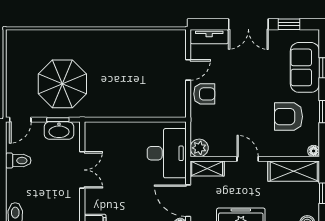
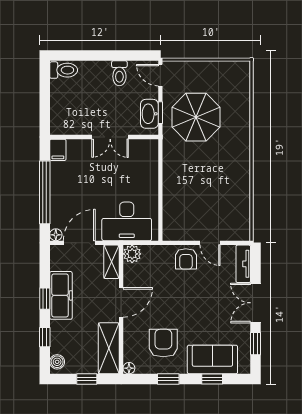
door: (248, 159) -> (121, 302), width x1.38

